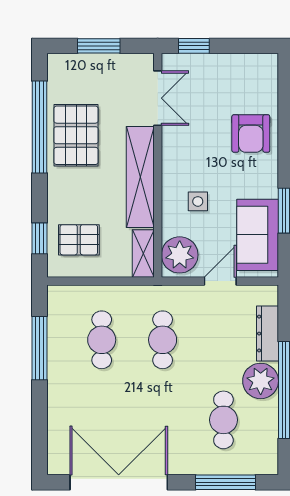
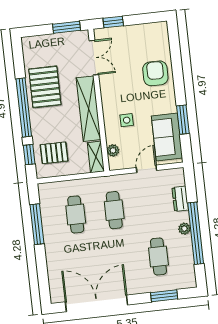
window: (99, 46) -> (67, 27), moved
window: (39, 127) -> (24, 108), moved
armchair: (251, 133) -> (155, 73), turned 180
plant: (180, 255) -> (113, 150), width x0.53, depth x0.53
dresser: (268, 334) -> (180, 199), width x0.70
plant: (261, 381) -> (184, 229), width x0.53, depth x0.53
window: (226, 482) -> (164, 296), width x0.69

